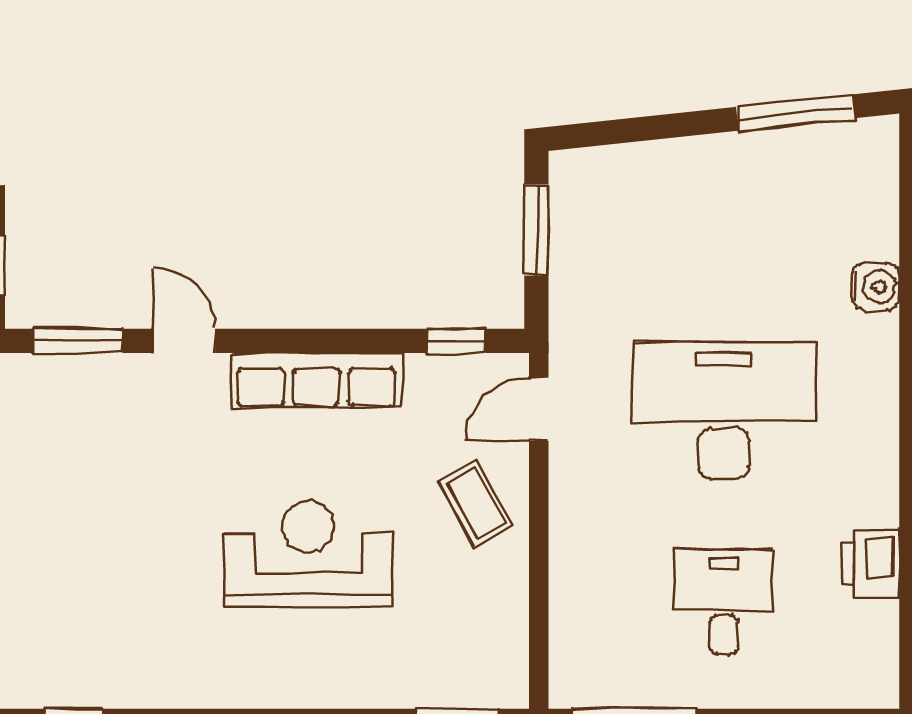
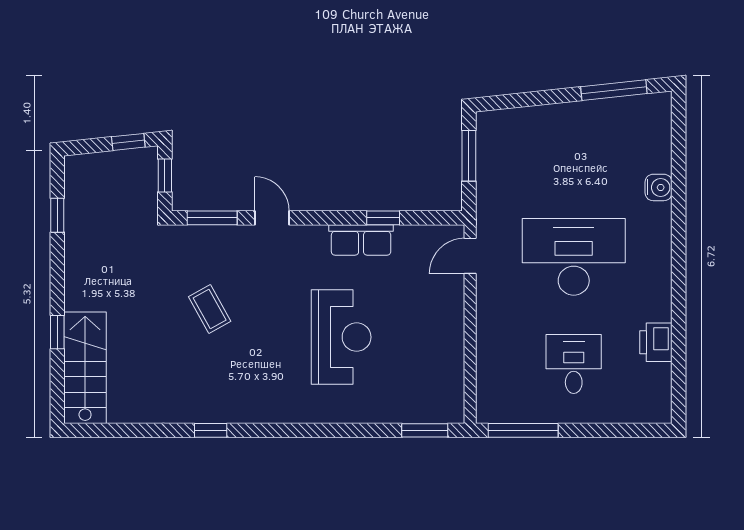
window: (456, 341) -> (383, 218), moved
row of seats: (316, 380) -> (361, 240), width x0.68
coffee table: (476, 504) -> (210, 309), moved
reception desk: (308, 554) -> (341, 337), turned 90

